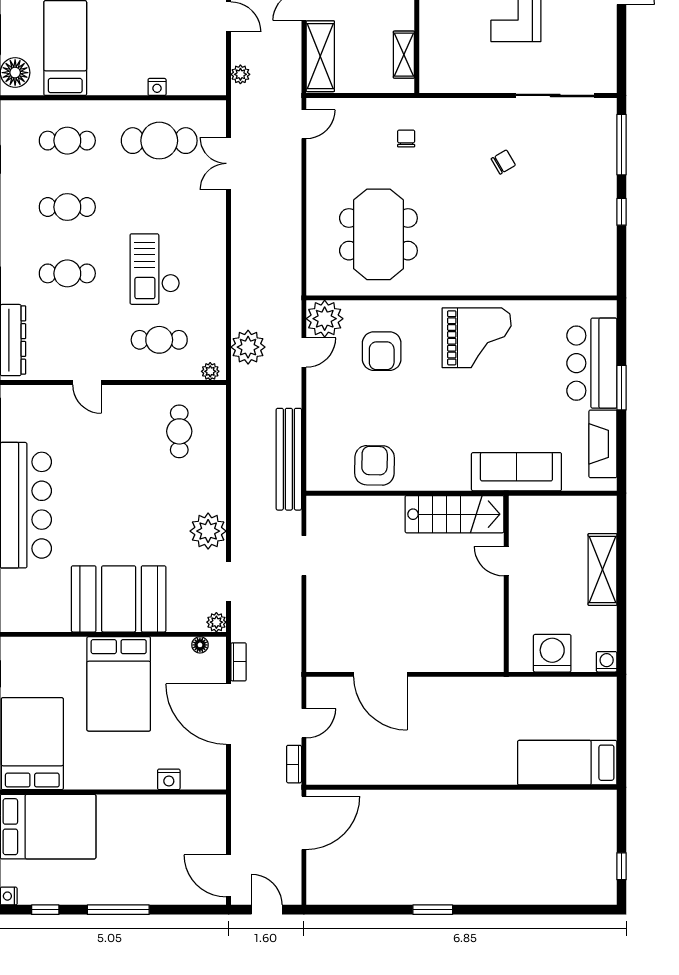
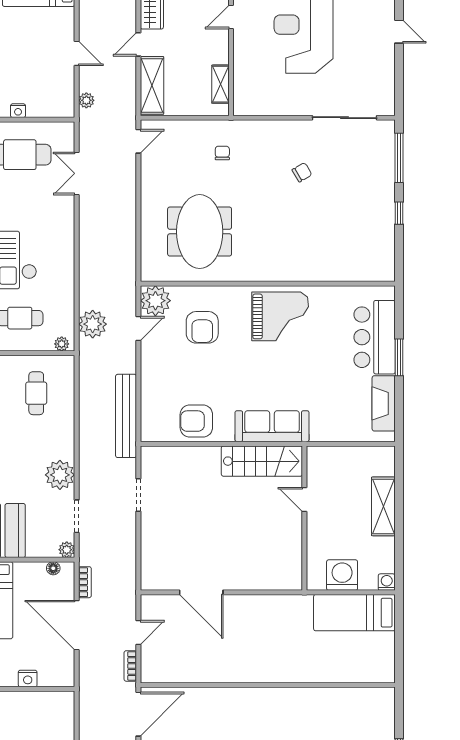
armchair: (374, 465) -> (196, 421), turned -91
sofa: (516, 472) -> (272, 426), moved
bed: (567, 763) -> (354, 613), moved

